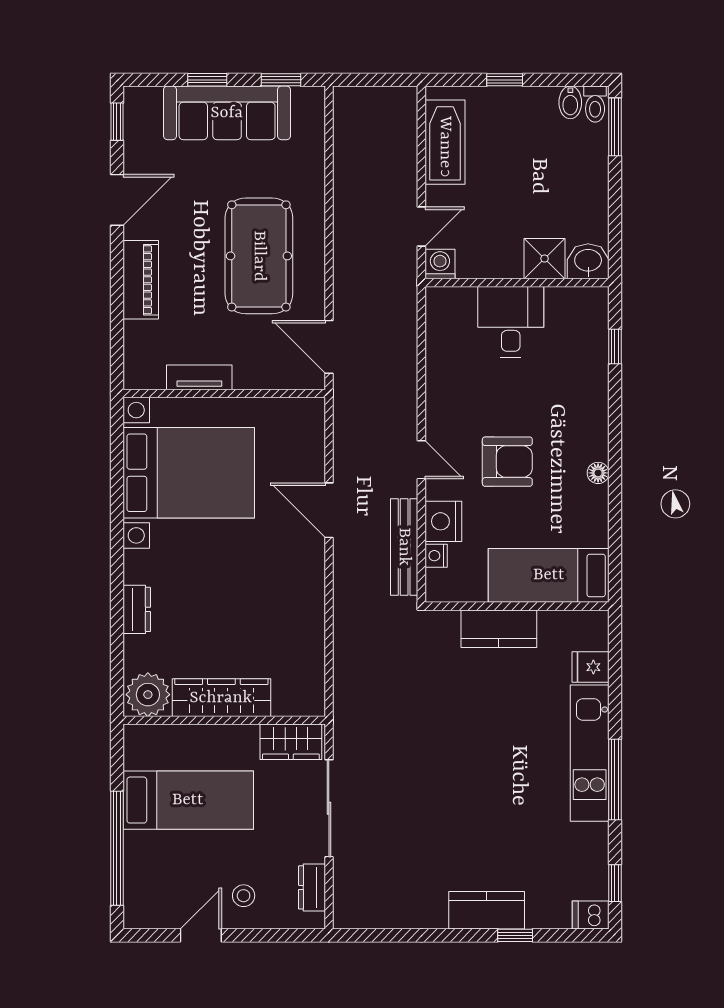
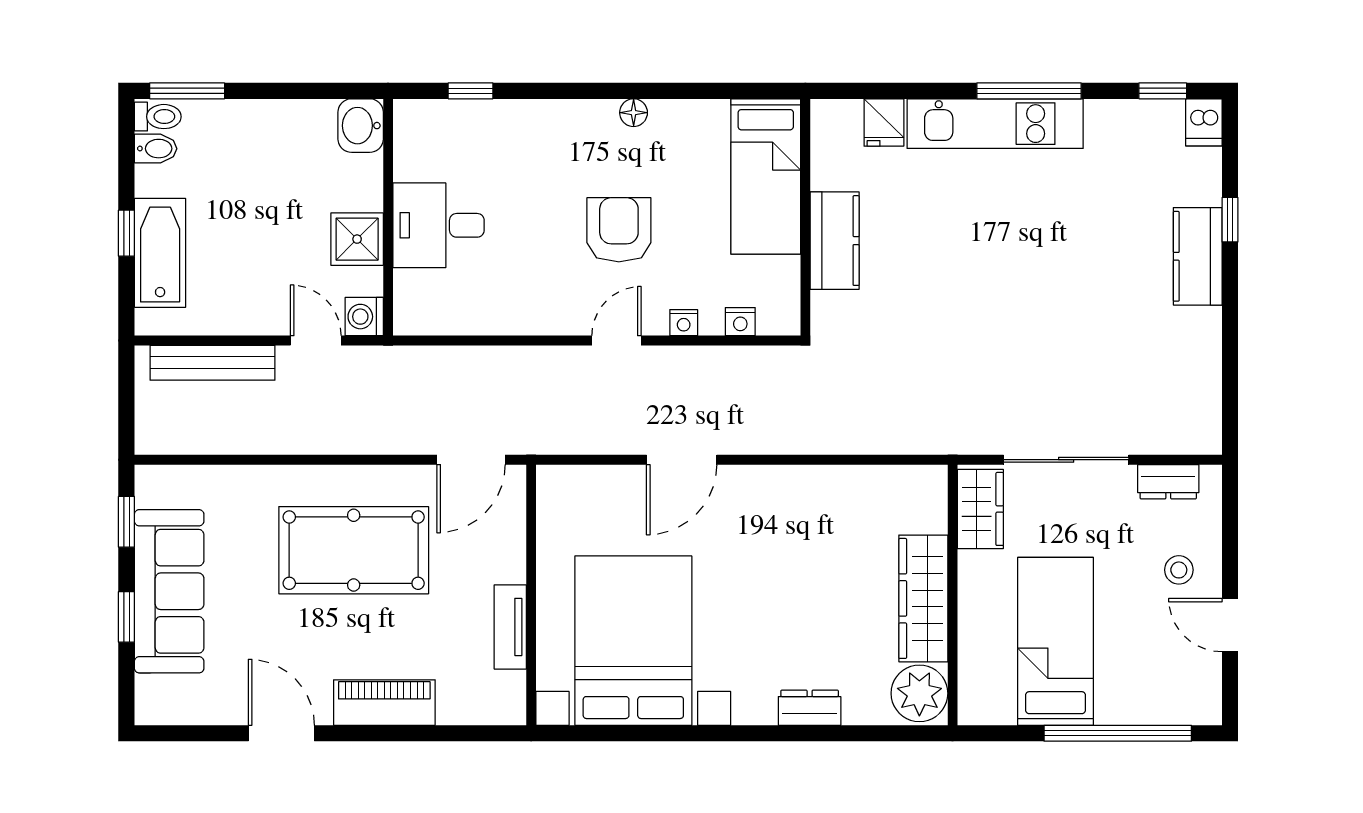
window: (117, 122) -> (180, 733), removed
bathtub: (445, 142) -> (160, 253), moved, turned 90
shower: (545, 259) -> (357, 239), moved
nightstand: (443, 521) -> (684, 323), width x0.53, depth x0.56
bench: (404, 547) -> (212, 363), moved

